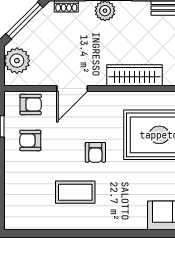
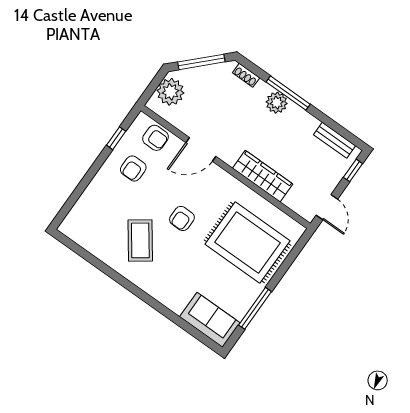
armchair: (30, 140) -> (133, 168), turned -90
coffee table: (75, 192) -> (140, 240), turned 54

